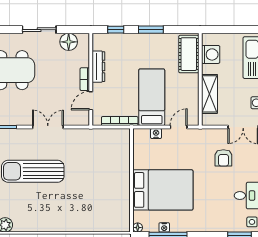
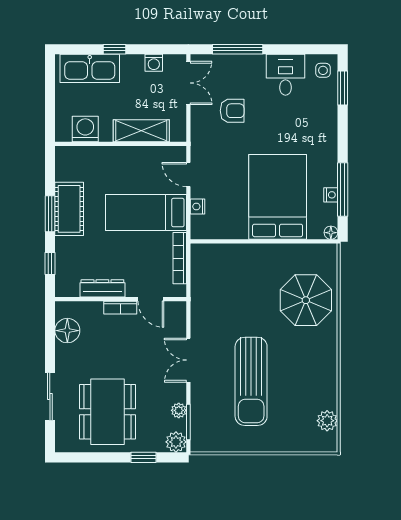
sliding door: (39, 30) -> (50, 396), moved
cot: (189, 54) -> (69, 209), moved, turned 90
plant: (12, 120) -> (179, 410), added
parasol: (90, 210) -> (306, 300), added

